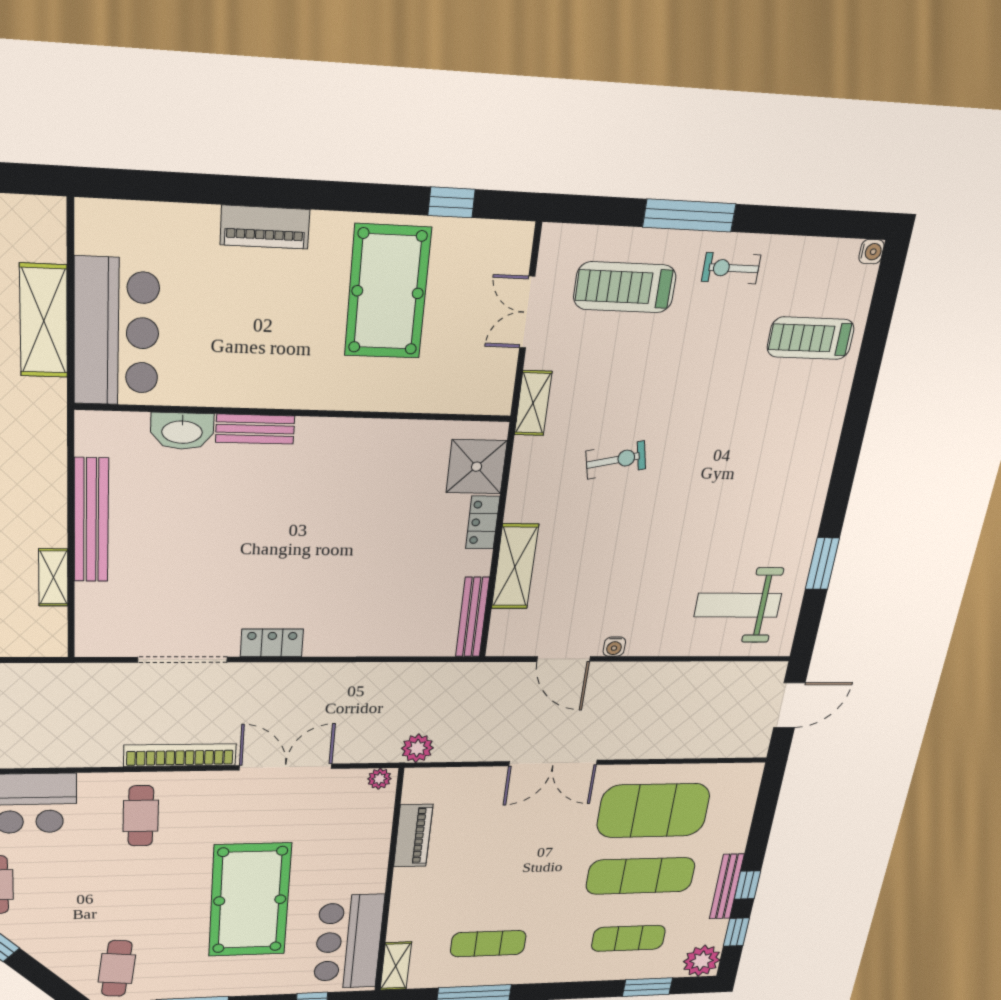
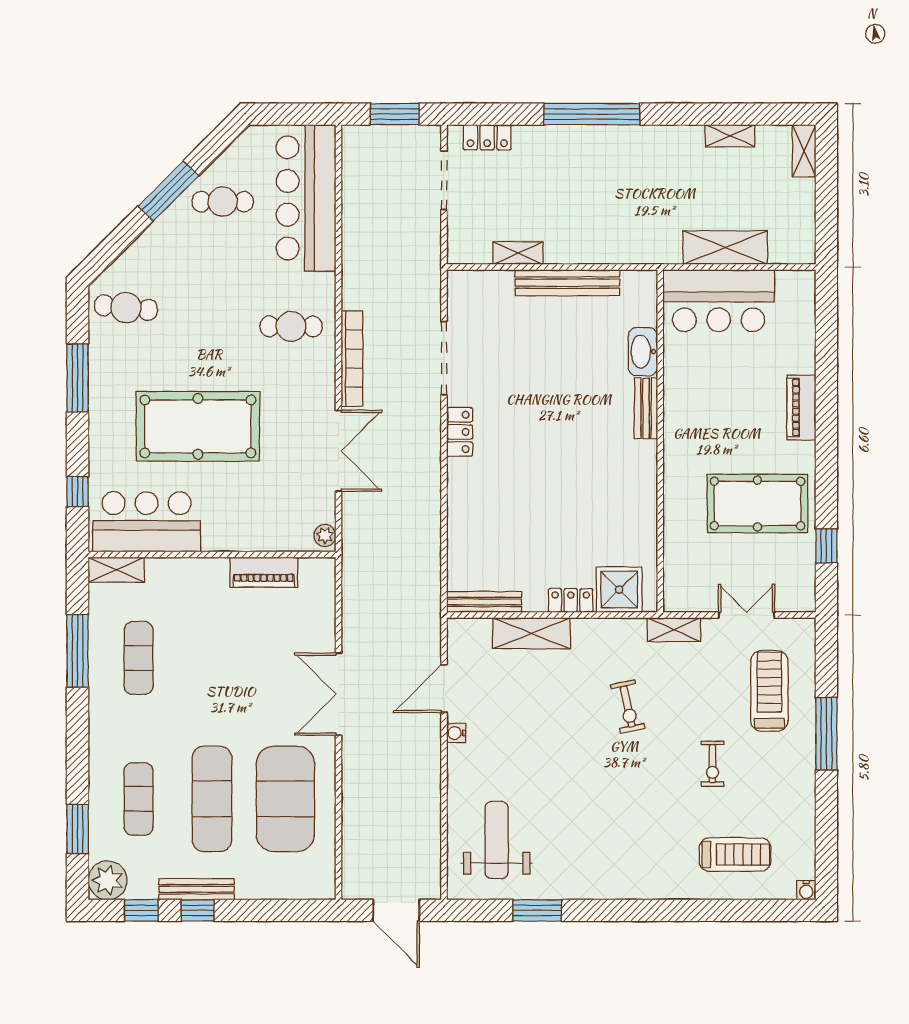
exercise bike: (731, 268) -> (713, 764), moved, turned 180
treadmill: (811, 338) -> (735, 854), turned 90
plant: (417, 748) -> (356, 567), removed

